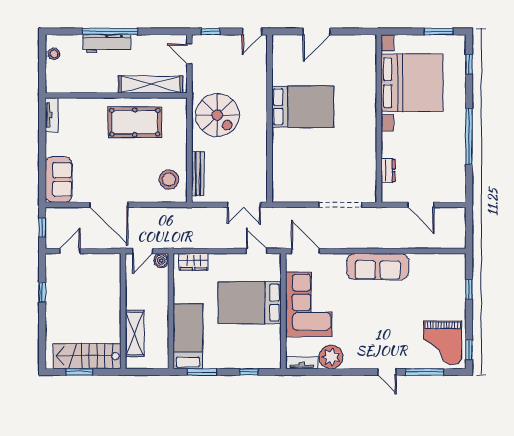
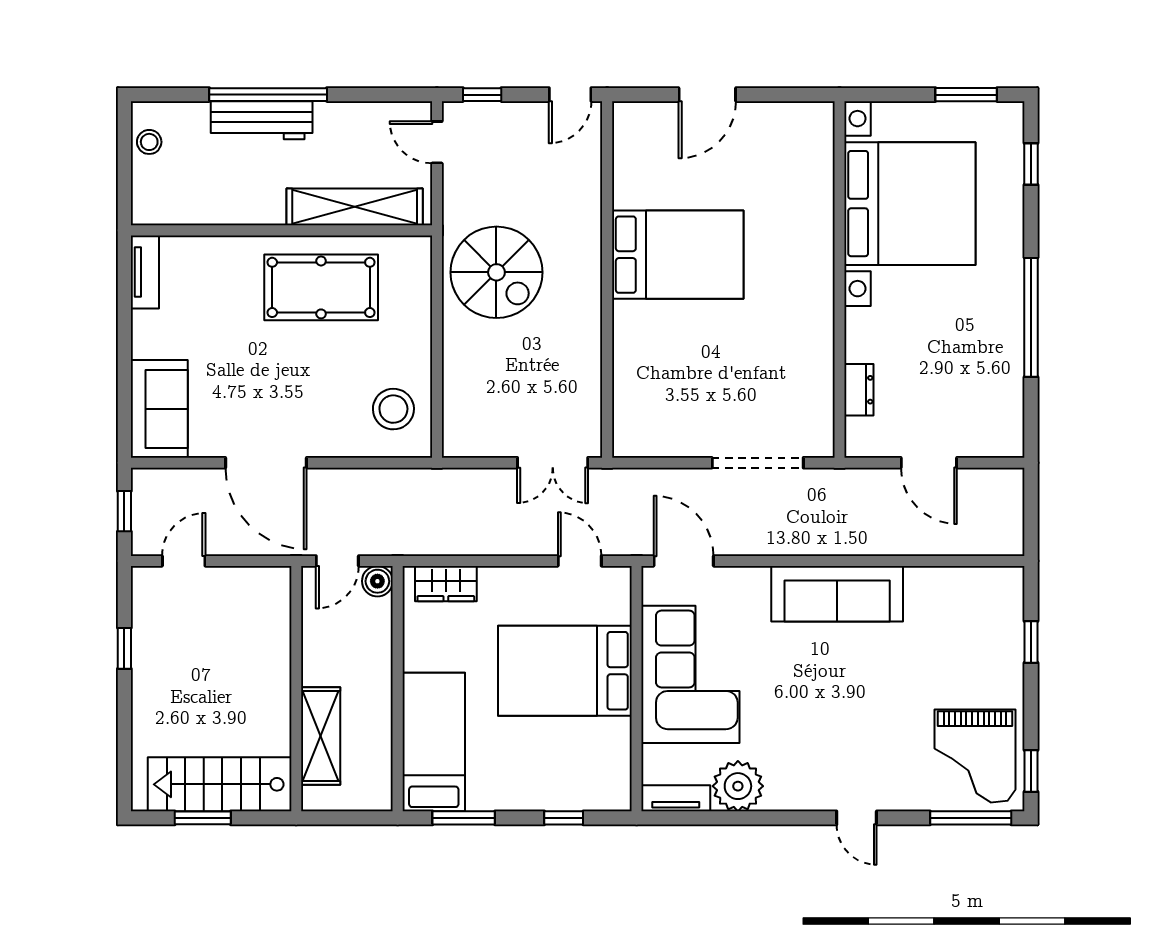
bench: (198, 174) -> (455, 397), removed
window: (424, 372) -> (971, 818), moved

